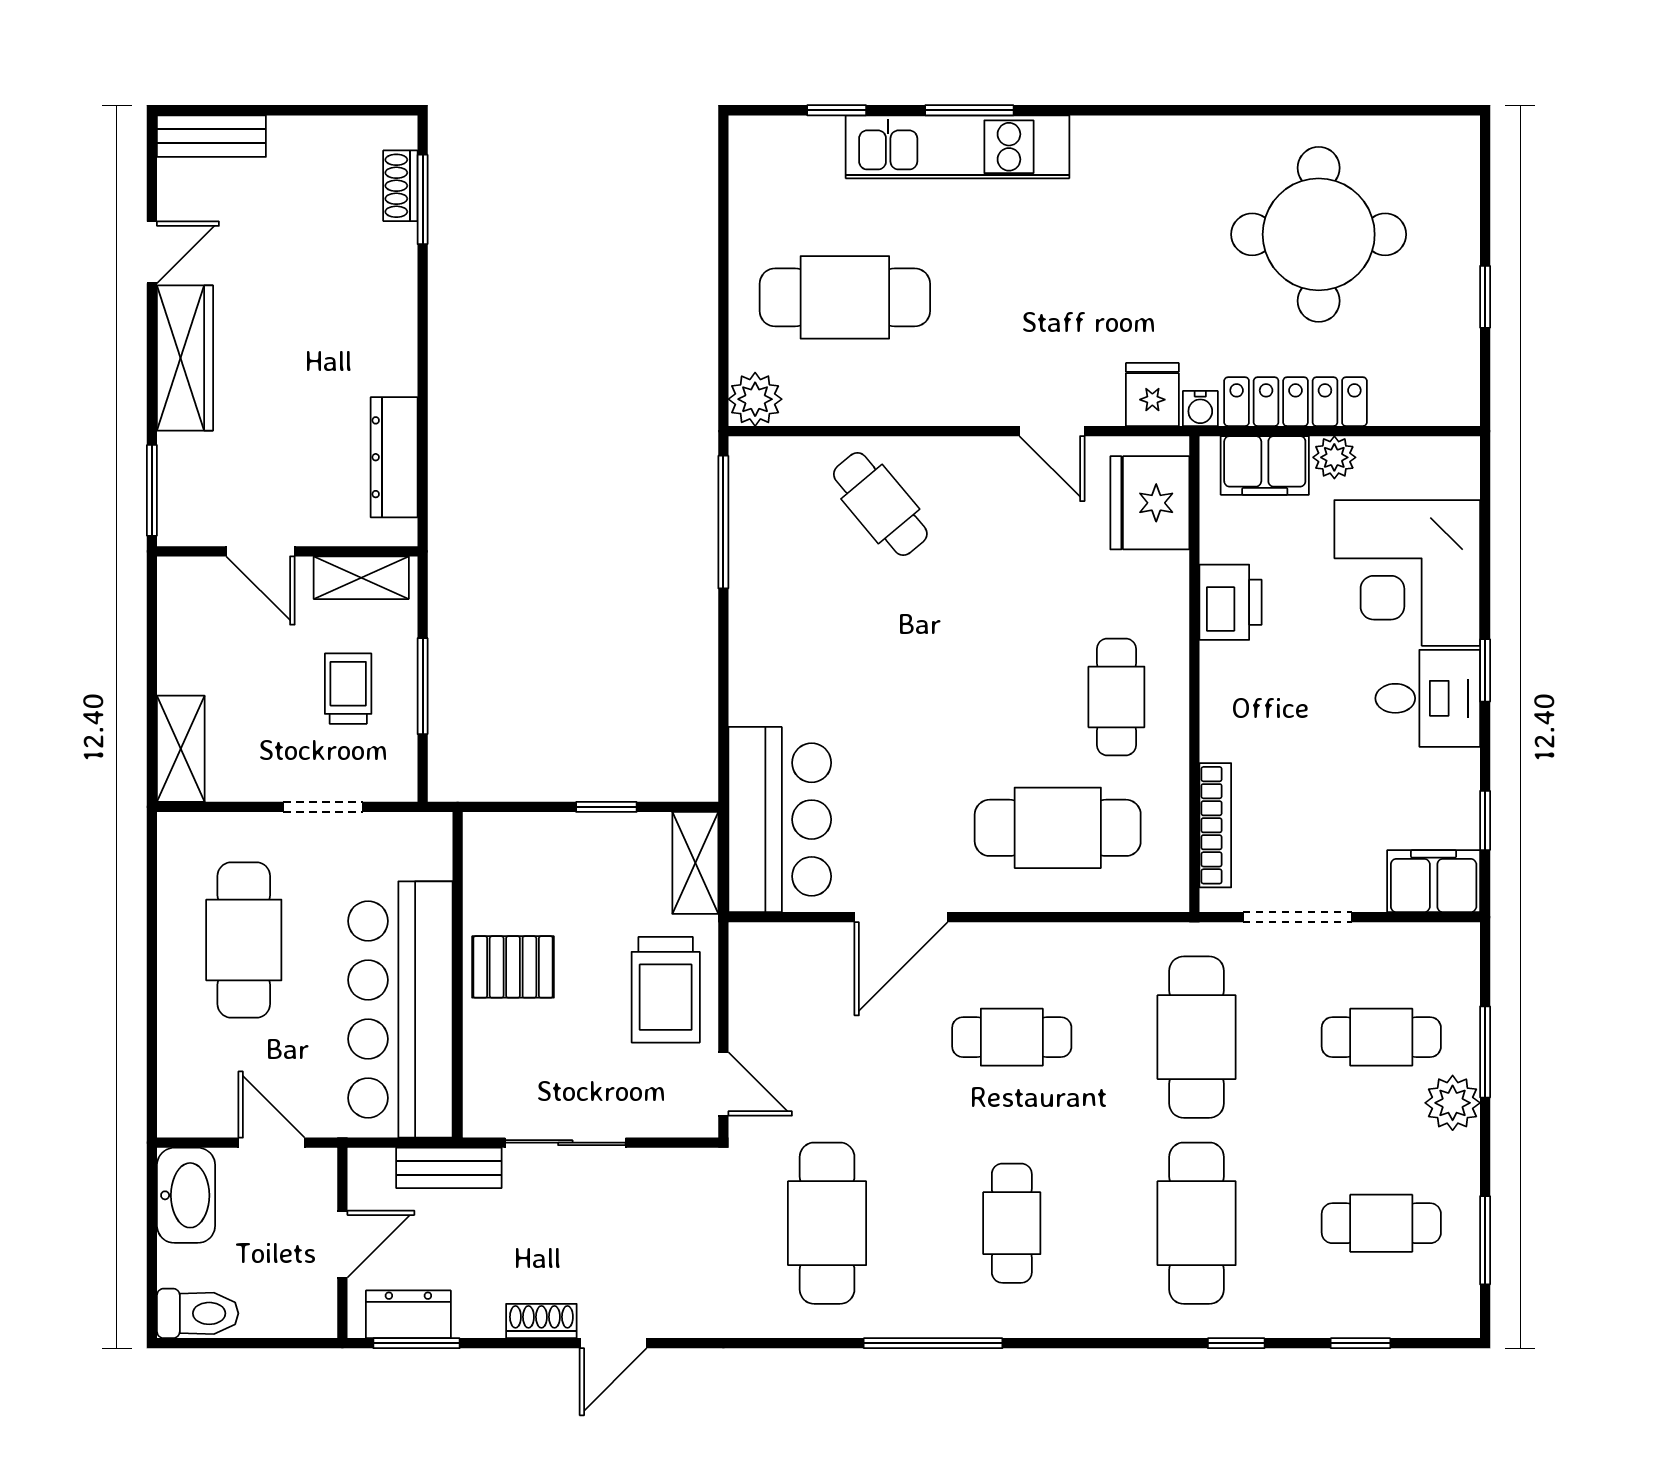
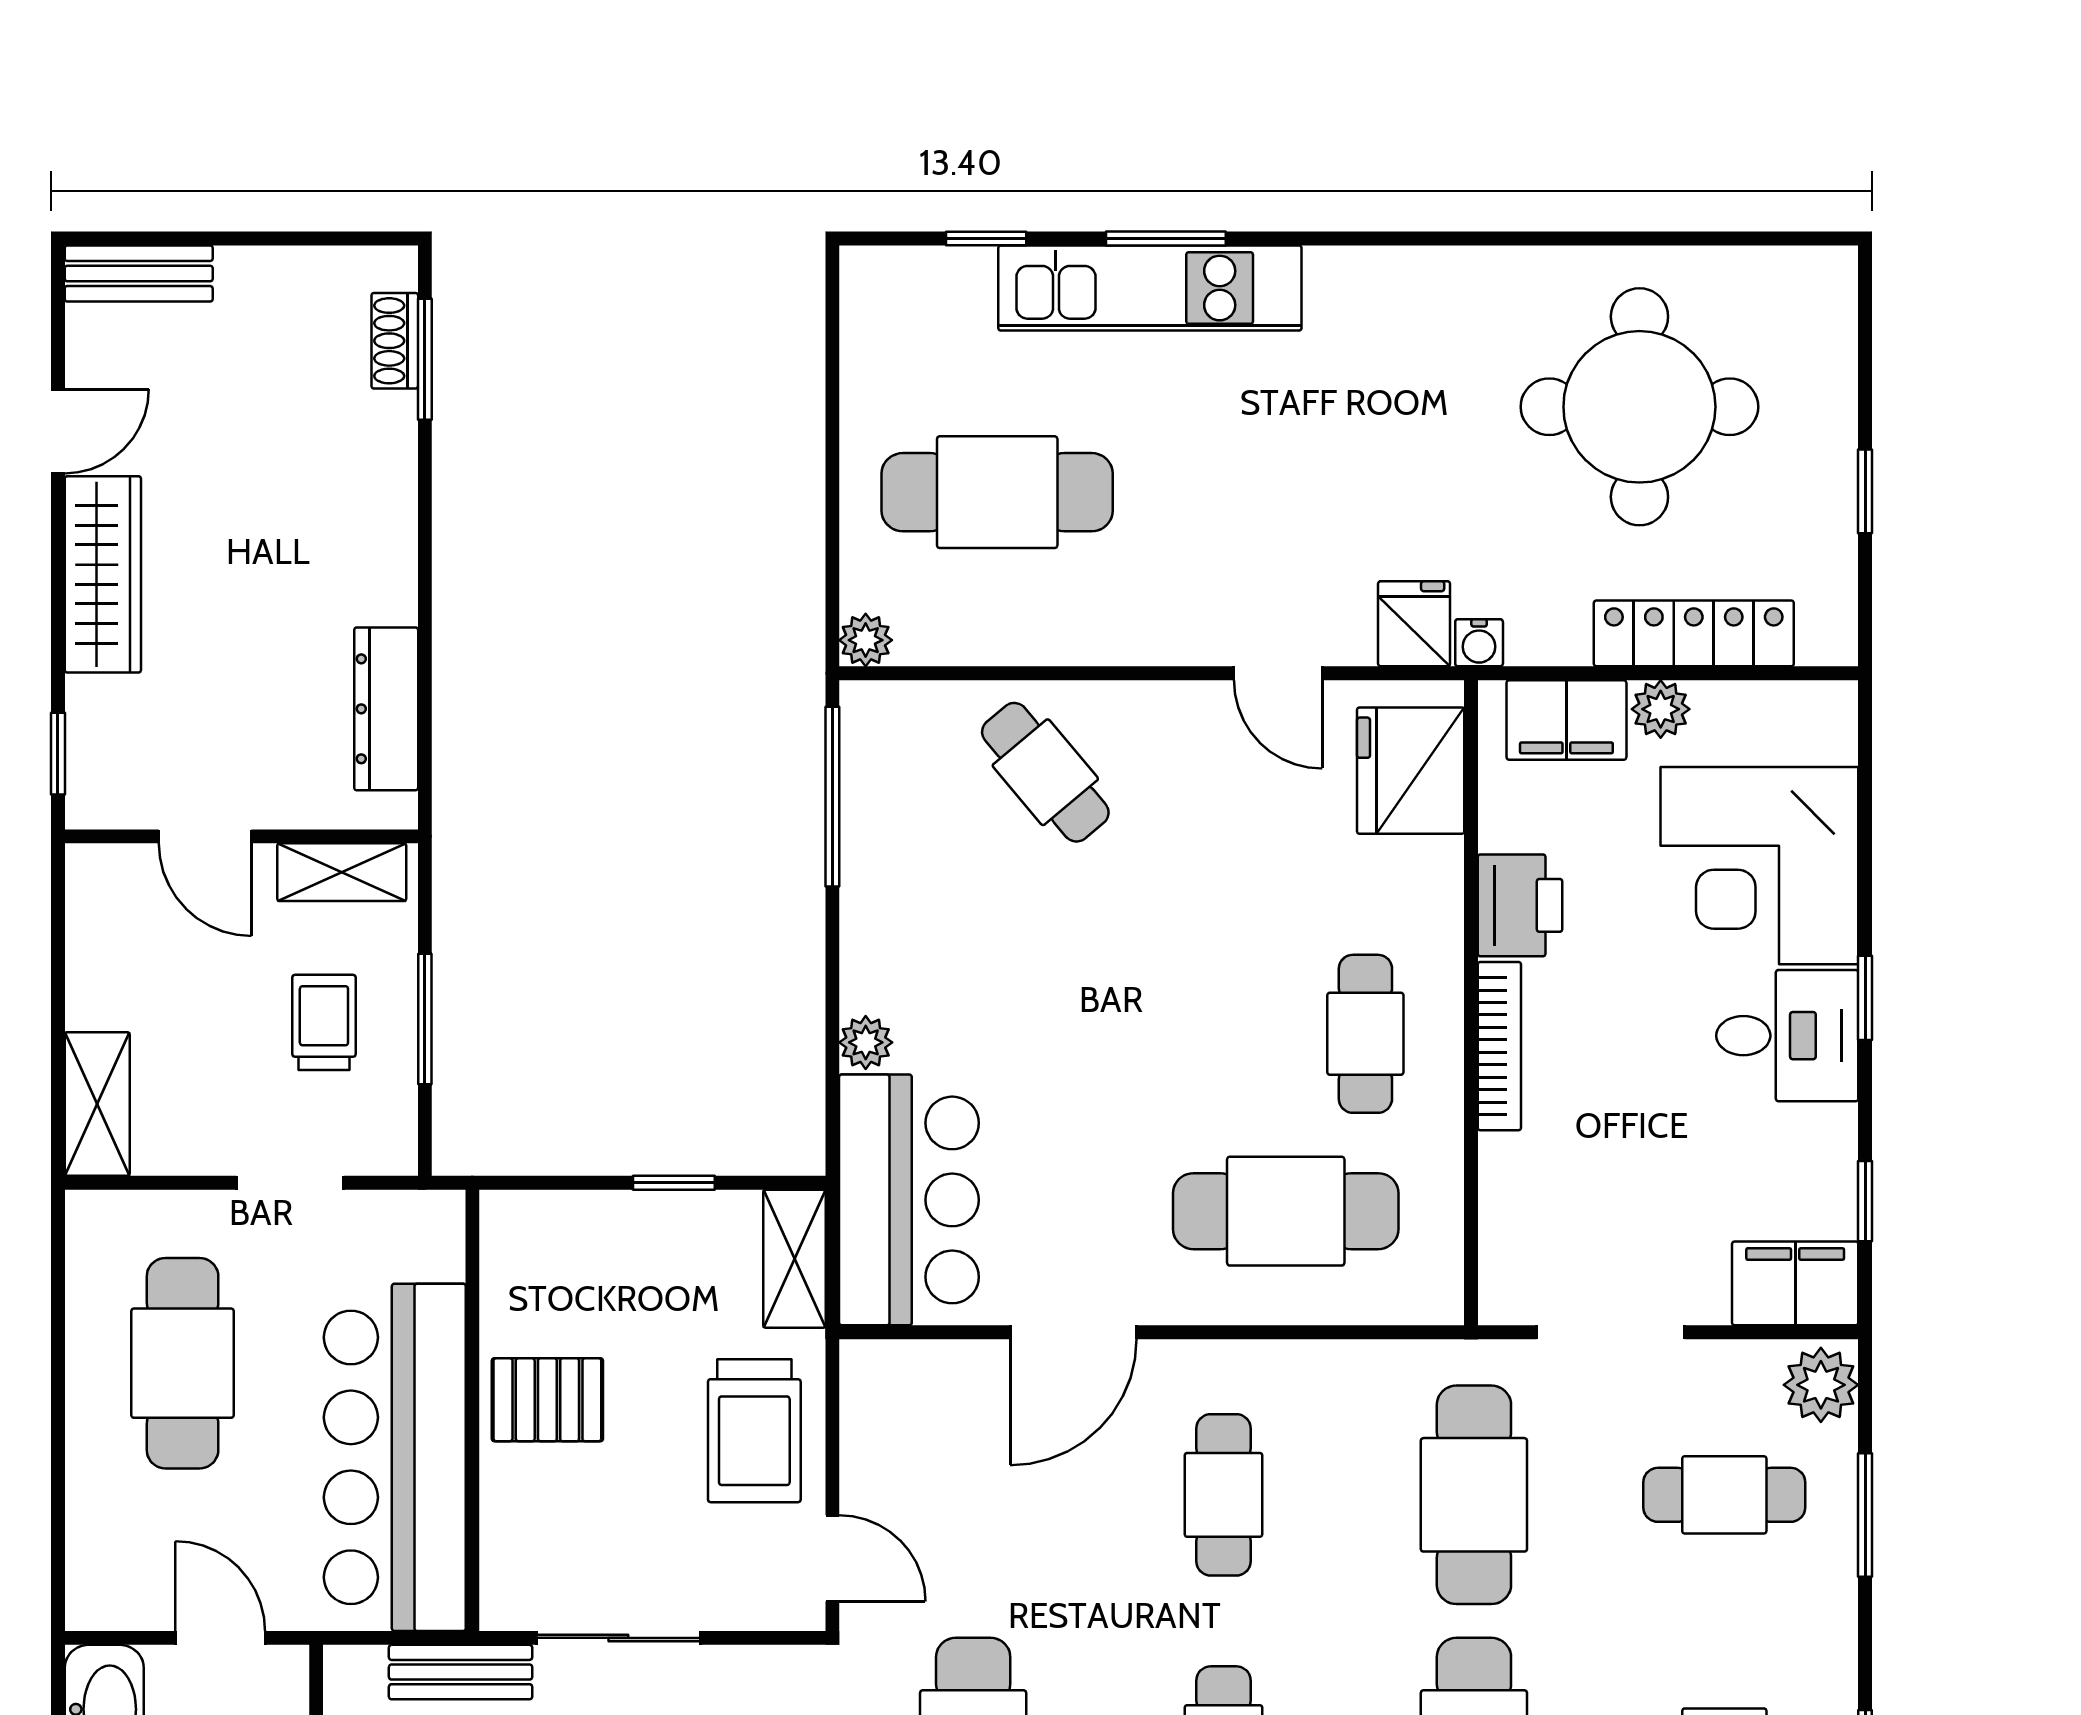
plant: (755, 399) -> (866, 640), width x0.73, depth x0.73
locker: (1296, 402) -> (1694, 633), moved
window: (152, 490) -> (58, 754), width x0.67
plant: (748, 703) -> (866, 1042), added
bookcase: (1215, 825) -> (1499, 1046), moved
cafe table: (1012, 1037) -> (1224, 1495), turned 90
plant: (1453, 1103) -> (1821, 1385), moved

